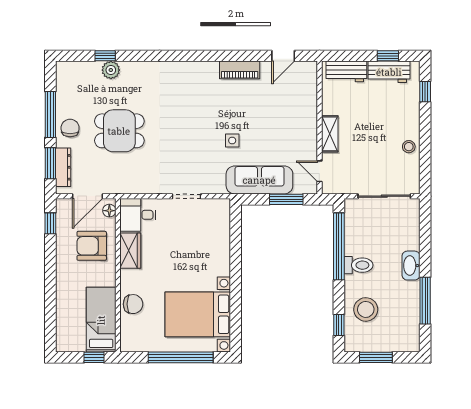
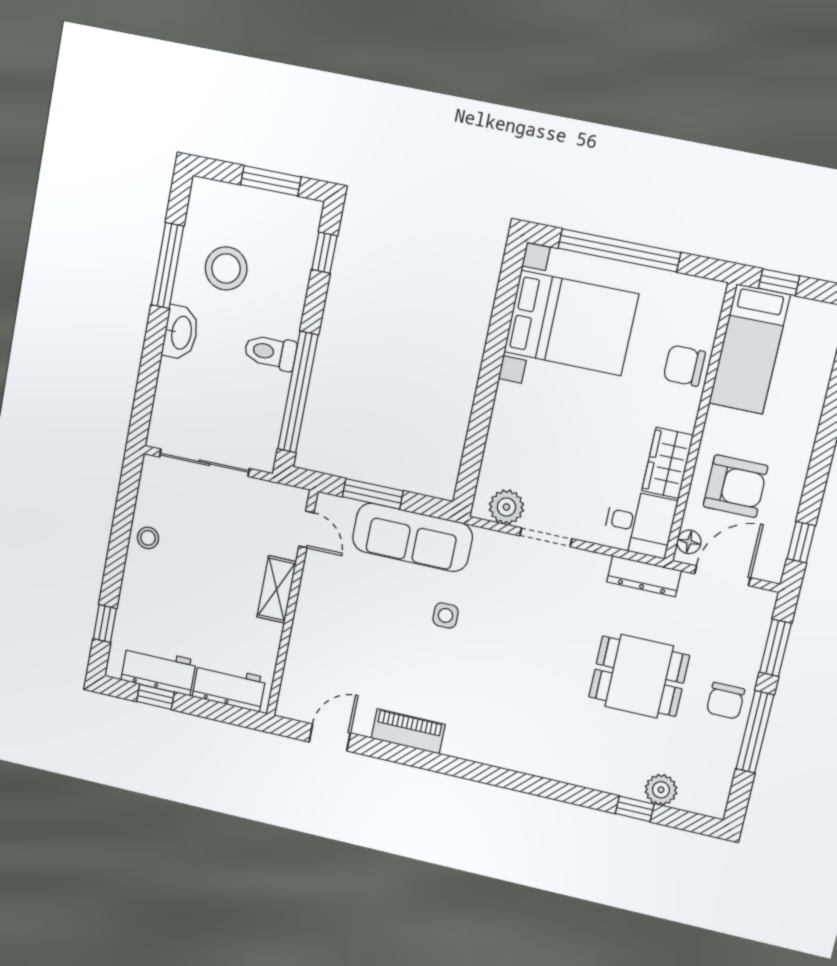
plant: (111, 70) -> (661, 790), moved
dresser: (63, 167) -> (644, 576), moved, turned -90
plant: (211, 208) -> (506, 507), added
stool: (366, 309) -> (226, 268), moved

